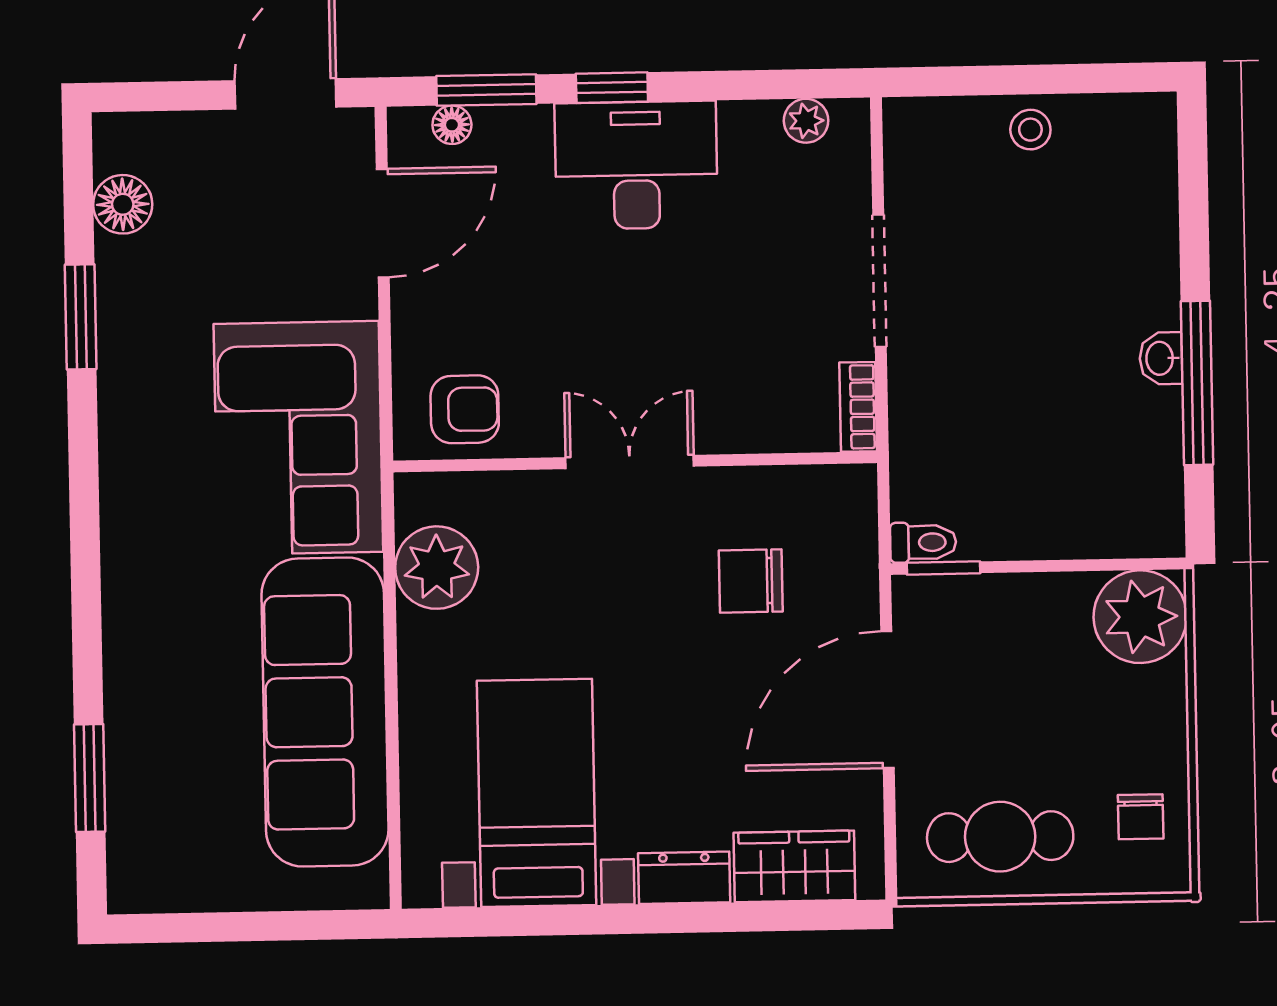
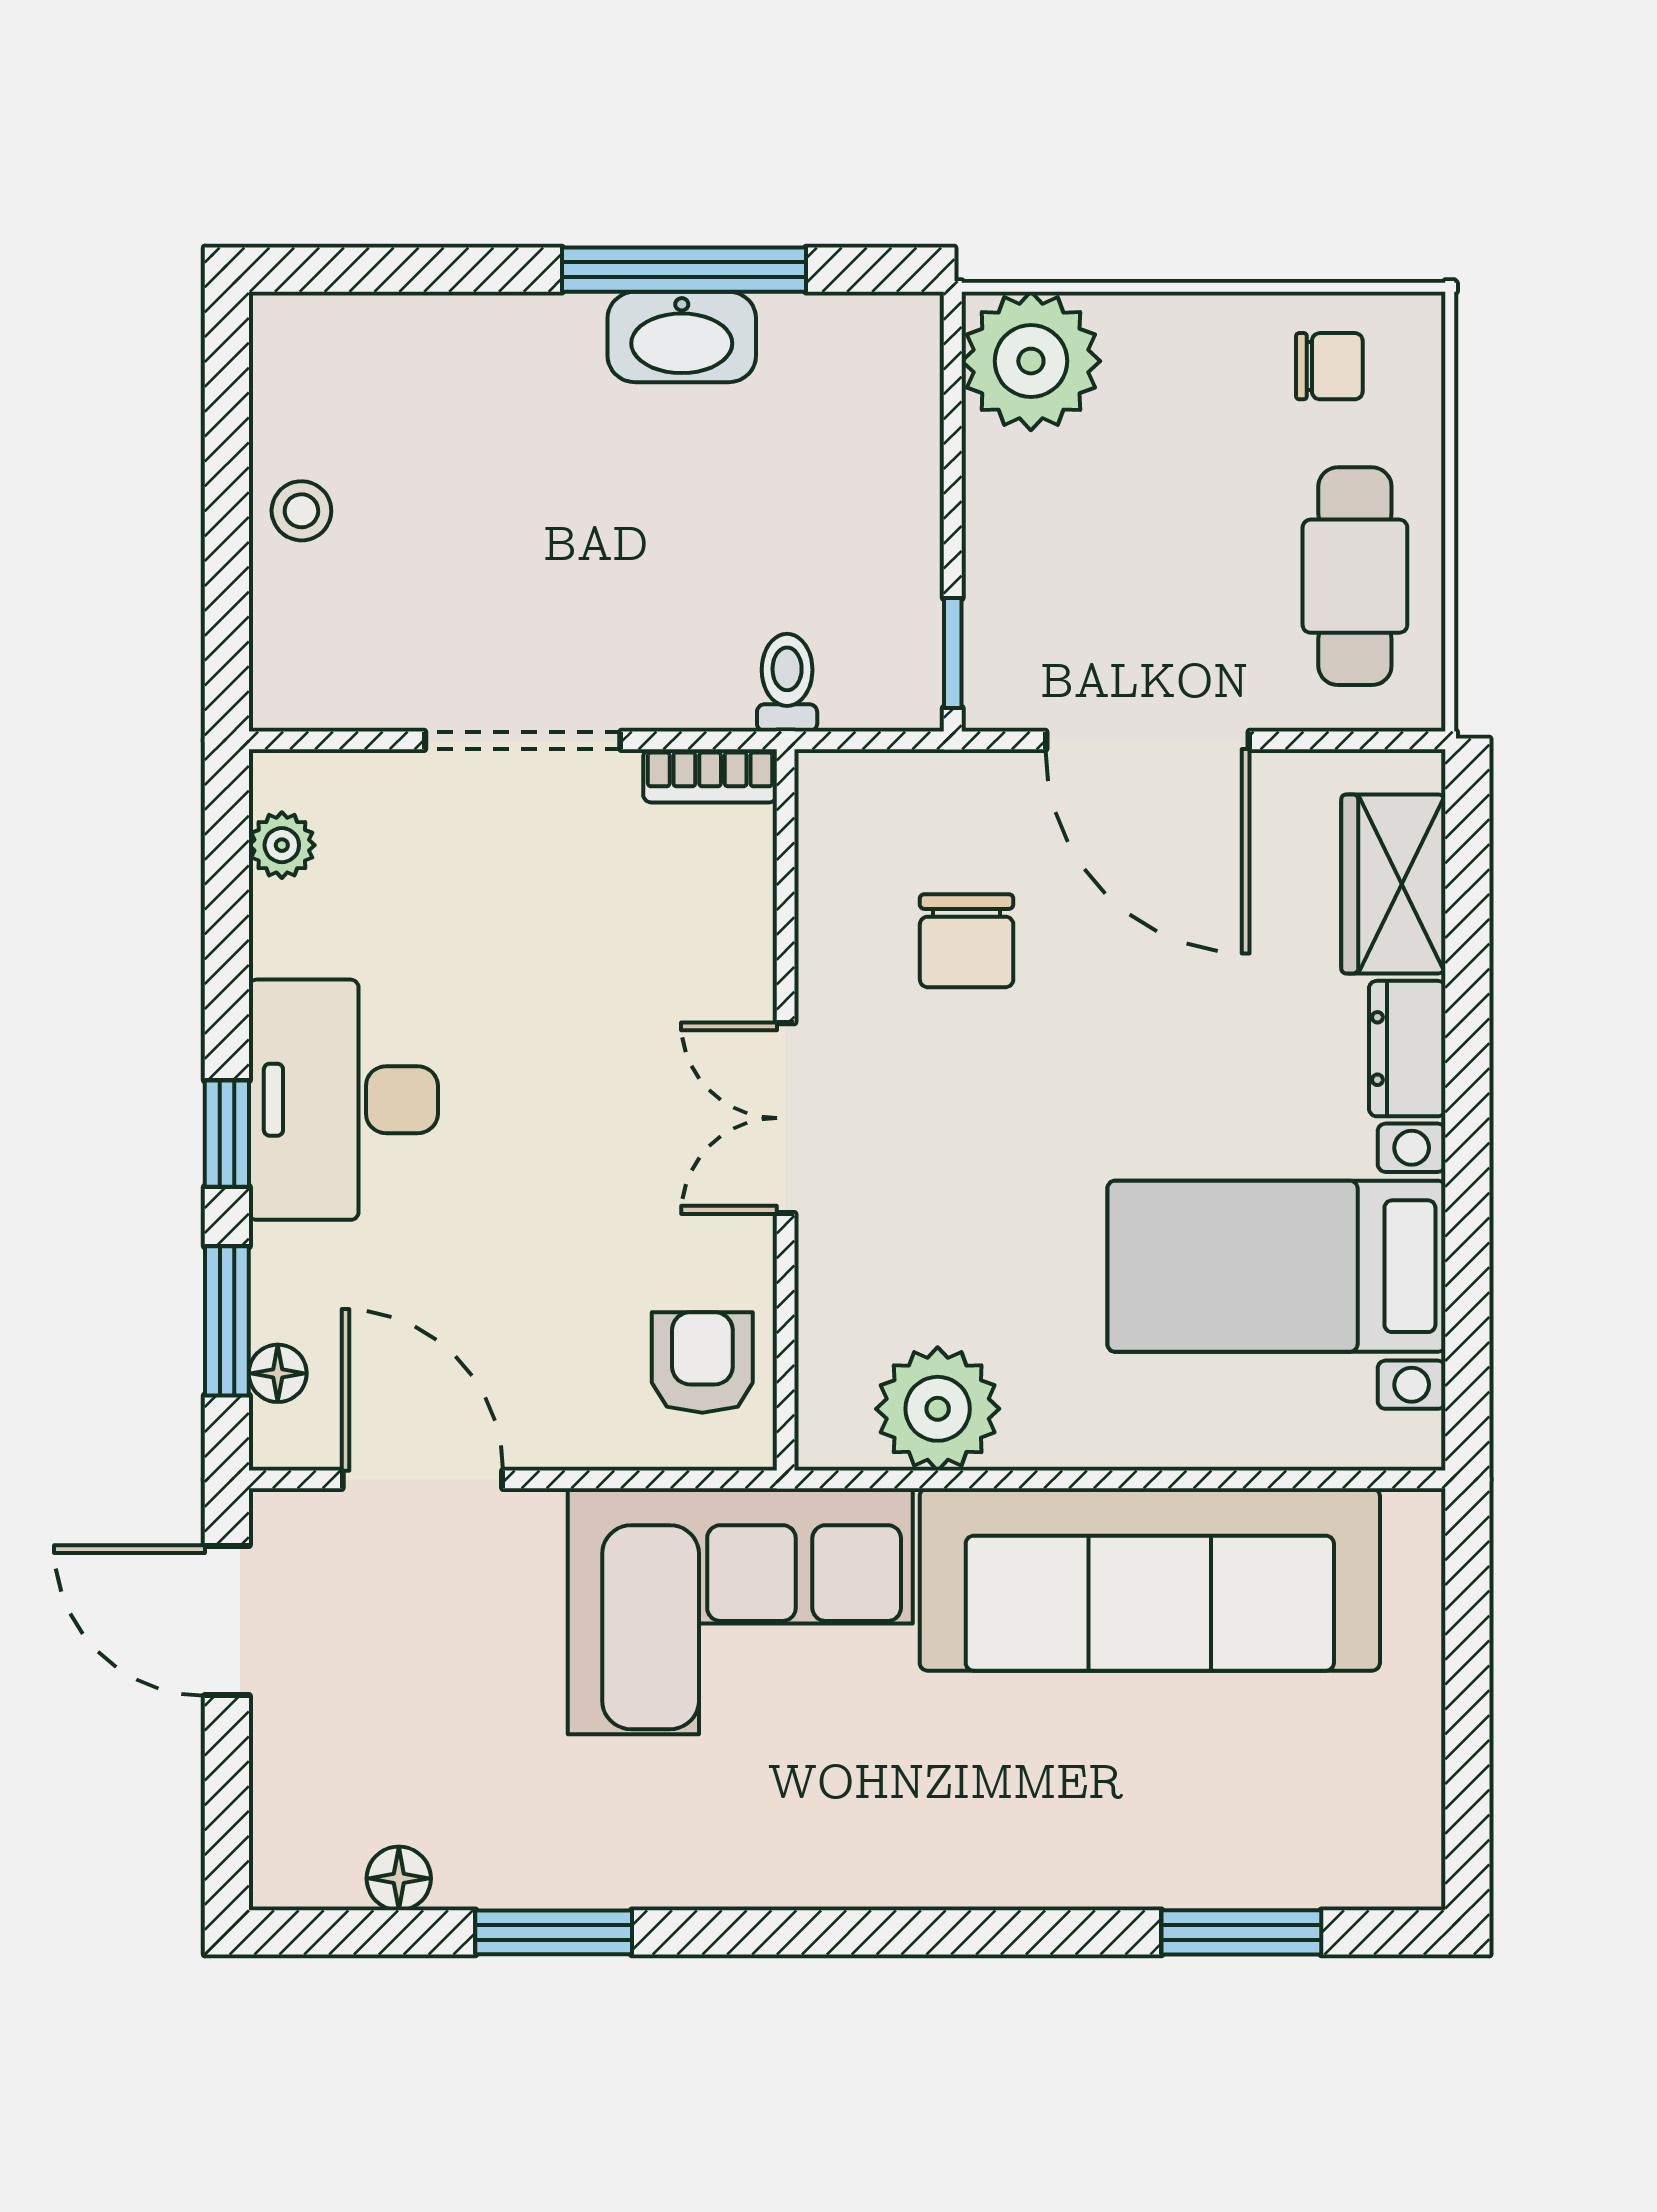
floor lamp: (123, 204) -> (399, 1878), width x0.73, depth x0.73
washbasin: (1161, 358) -> (682, 337), width x1.91, depth x1.45
toilet: (923, 542) -> (787, 683), moved

